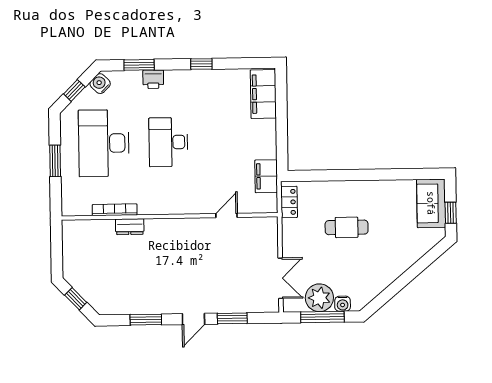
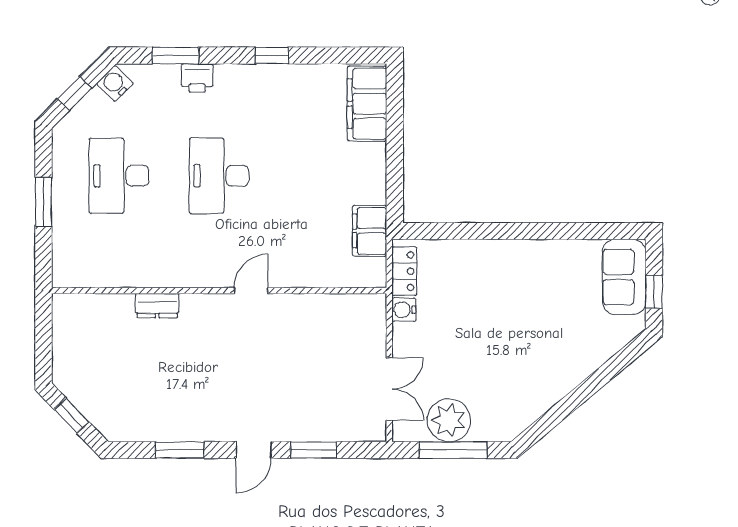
desk: (104, 143) -> (119, 176), width x0.73, depth x0.77
bookcase: (115, 210) -> (134, 279), removed
door: (227, 215) -> (251, 291), moved
cafe table: (347, 227) -> (493, 312), removed
water cooler: (343, 304) -> (404, 310), moved, turned 90

